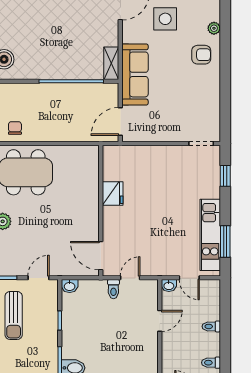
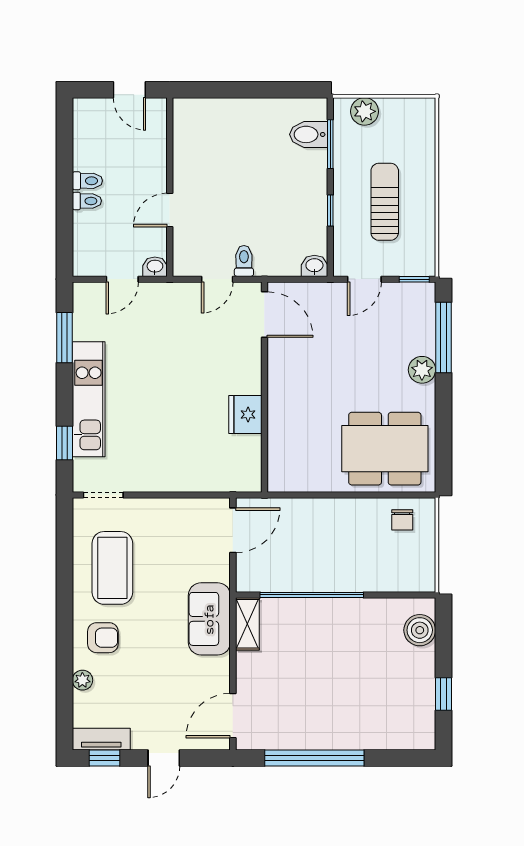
side table: (165, 19) -> (161, 695), removed
armchair: (201, 55) -> (103, 638), turned 180
sofa: (135, 74) -> (209, 619), width x0.73
coffee table: (195, 98) -> (112, 568), added
kitchen unit: (210, 235) -> (89, 399), moved
door: (189, 278) -> (122, 279), swing flipped
sun lounger: (14, 315) -> (385, 202), moved
toilet: (211, 363) -> (87, 181), moved

